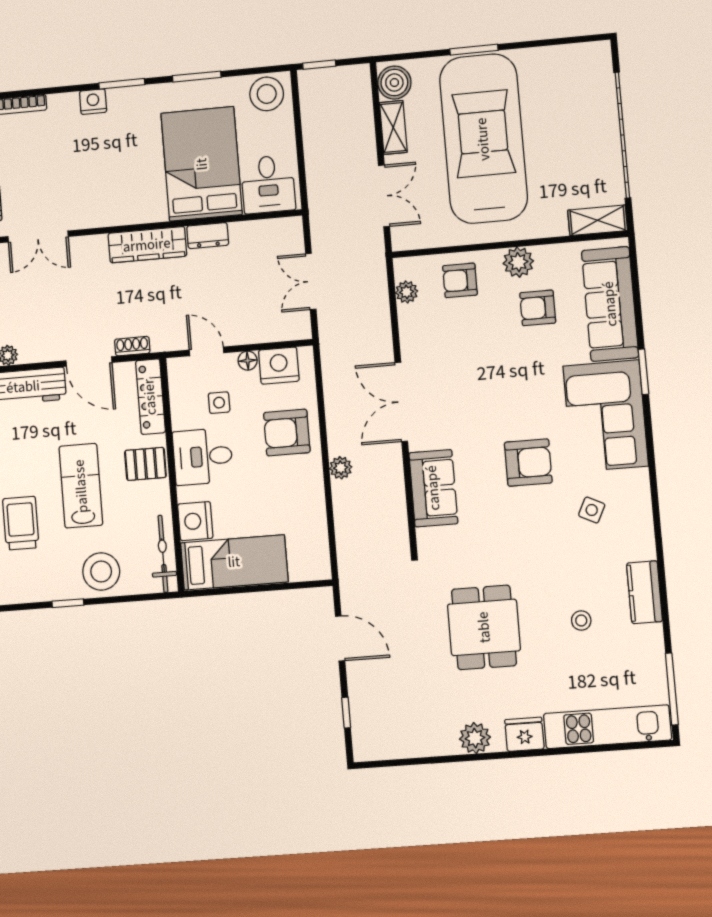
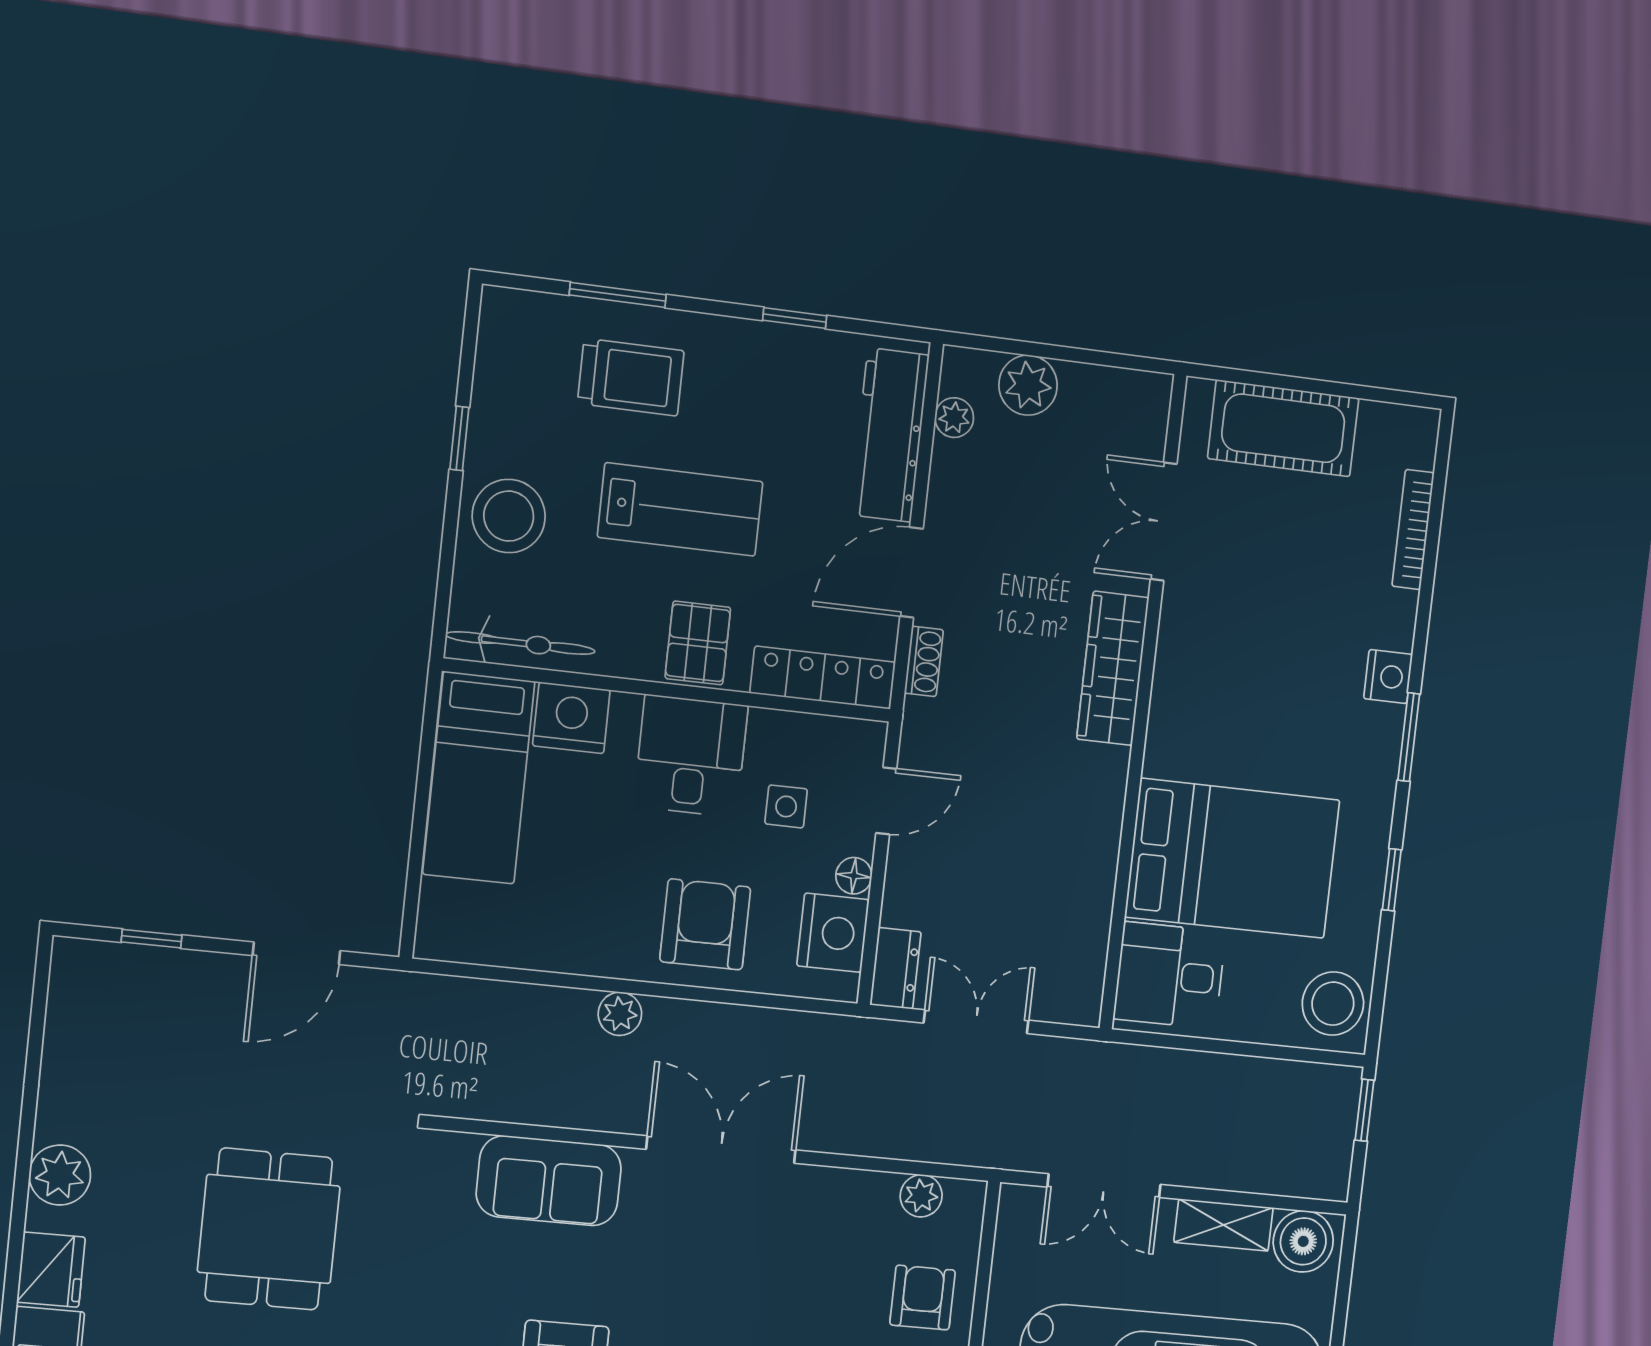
window: (197, 77) -> (1392, 880), width x0.67
dresser: (208, 236) -> (895, 968), moved, turned 180
wardrobe: (147, 245) -> (1113, 668), moved
dining table: (484, 627) -> (269, 1229), turned 90

